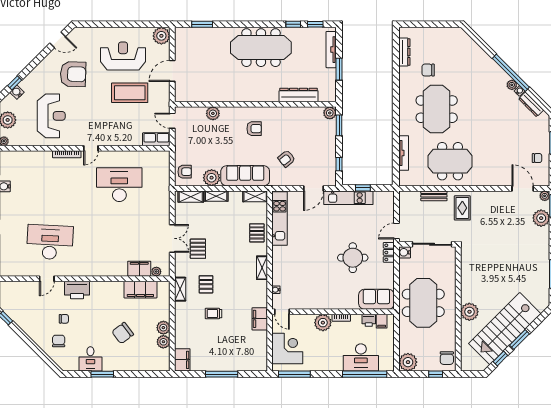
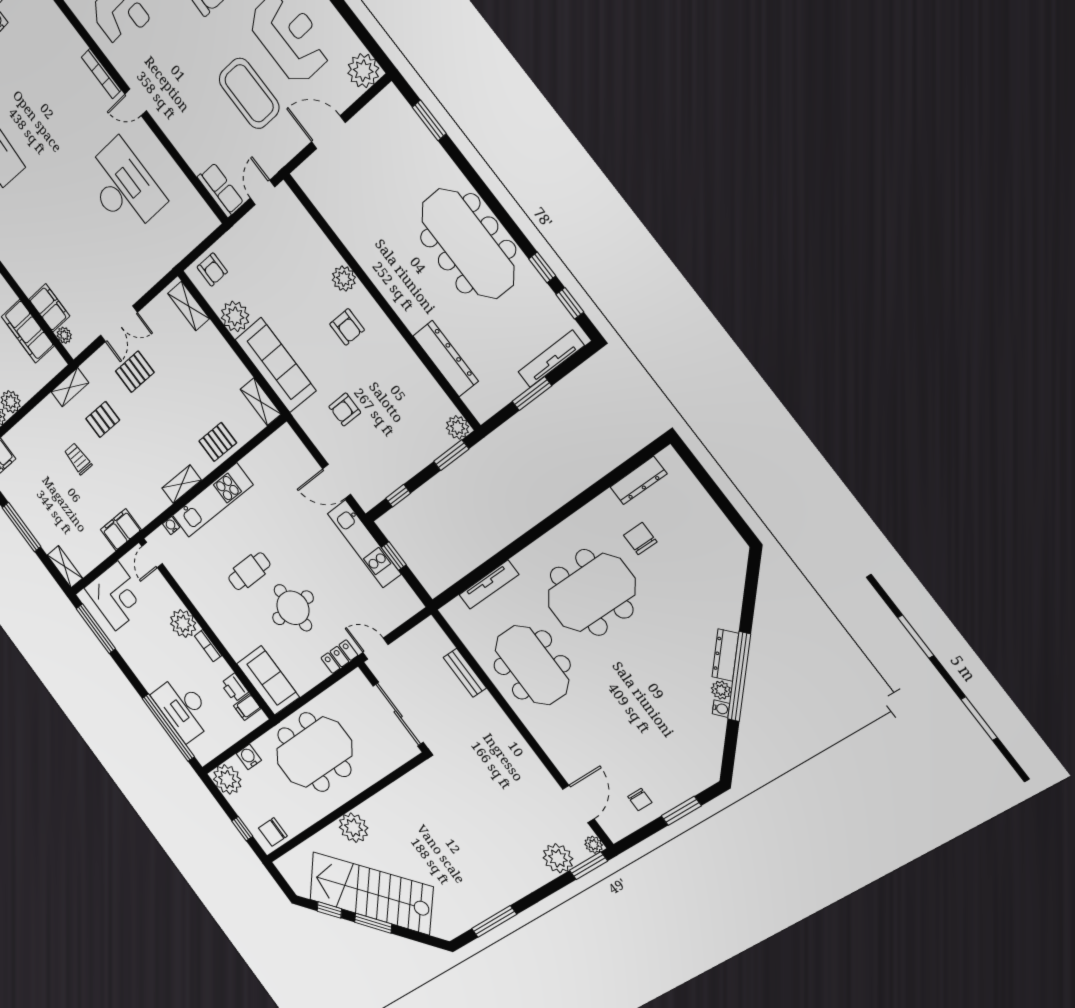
dresser: (531, 104) -> (725, 655), moved
plant: (213, 113) -> (344, 279), moved
armchair: (287, 159) -> (345, 410), turned -51
shelving: (216, 196) -> (65, 567), moved
rug: (462, 208) -> (481, 728), removed
kitchen unit: (280, 219) -> (213, 500), moved
water cooler: (405, 252) -> (249, 757), moved
cafe table: (323, 266) -> (249, 571), added

